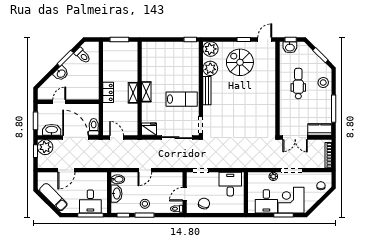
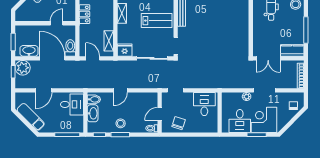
shelving: (133, 93) -> (109, 41), moved
door: (59, 102) -> (57, 23), moved
desk: (90, 201) -> (72, 104), moved, turned -90

